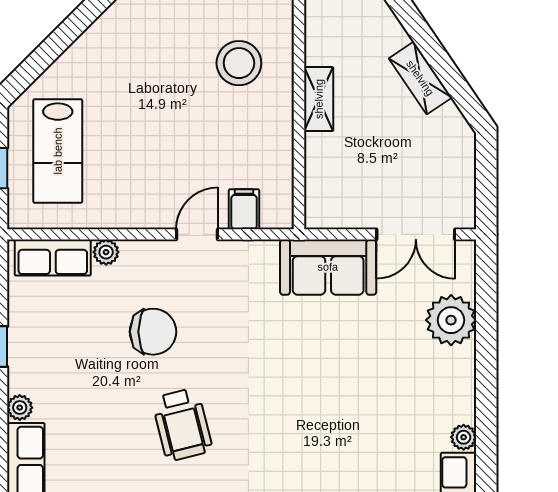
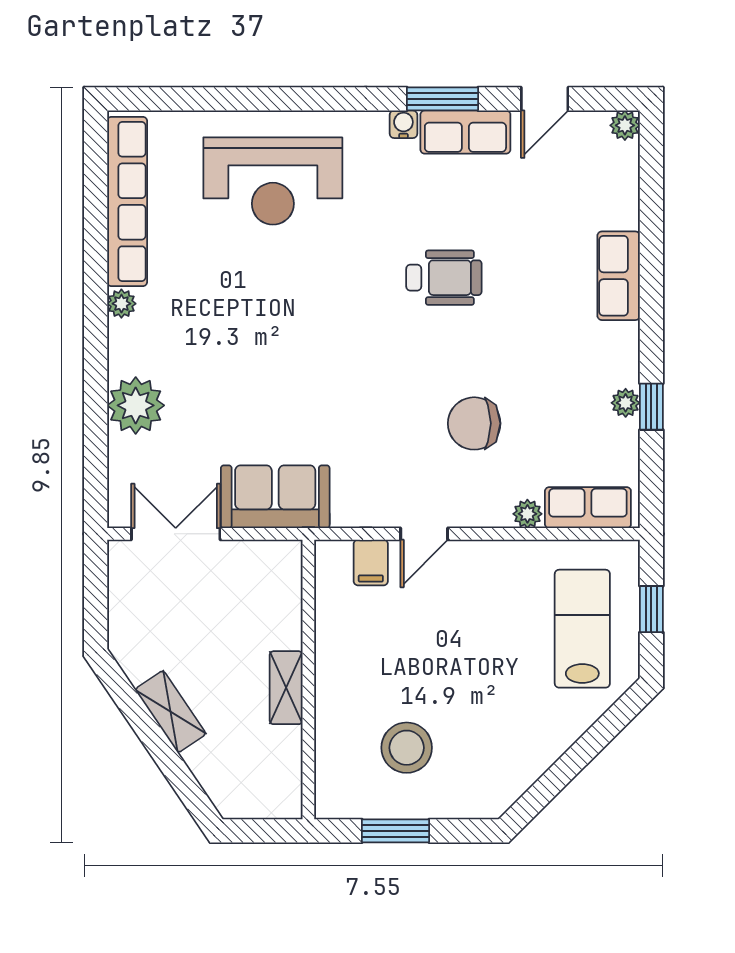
stool: (239, 63) -> (407, 748), moved
plant: (451, 320) -> (136, 405), moved
plant: (20, 408) -> (626, 403), moved
wheelchair: (182, 425) -> (444, 278), moved, turned 104

